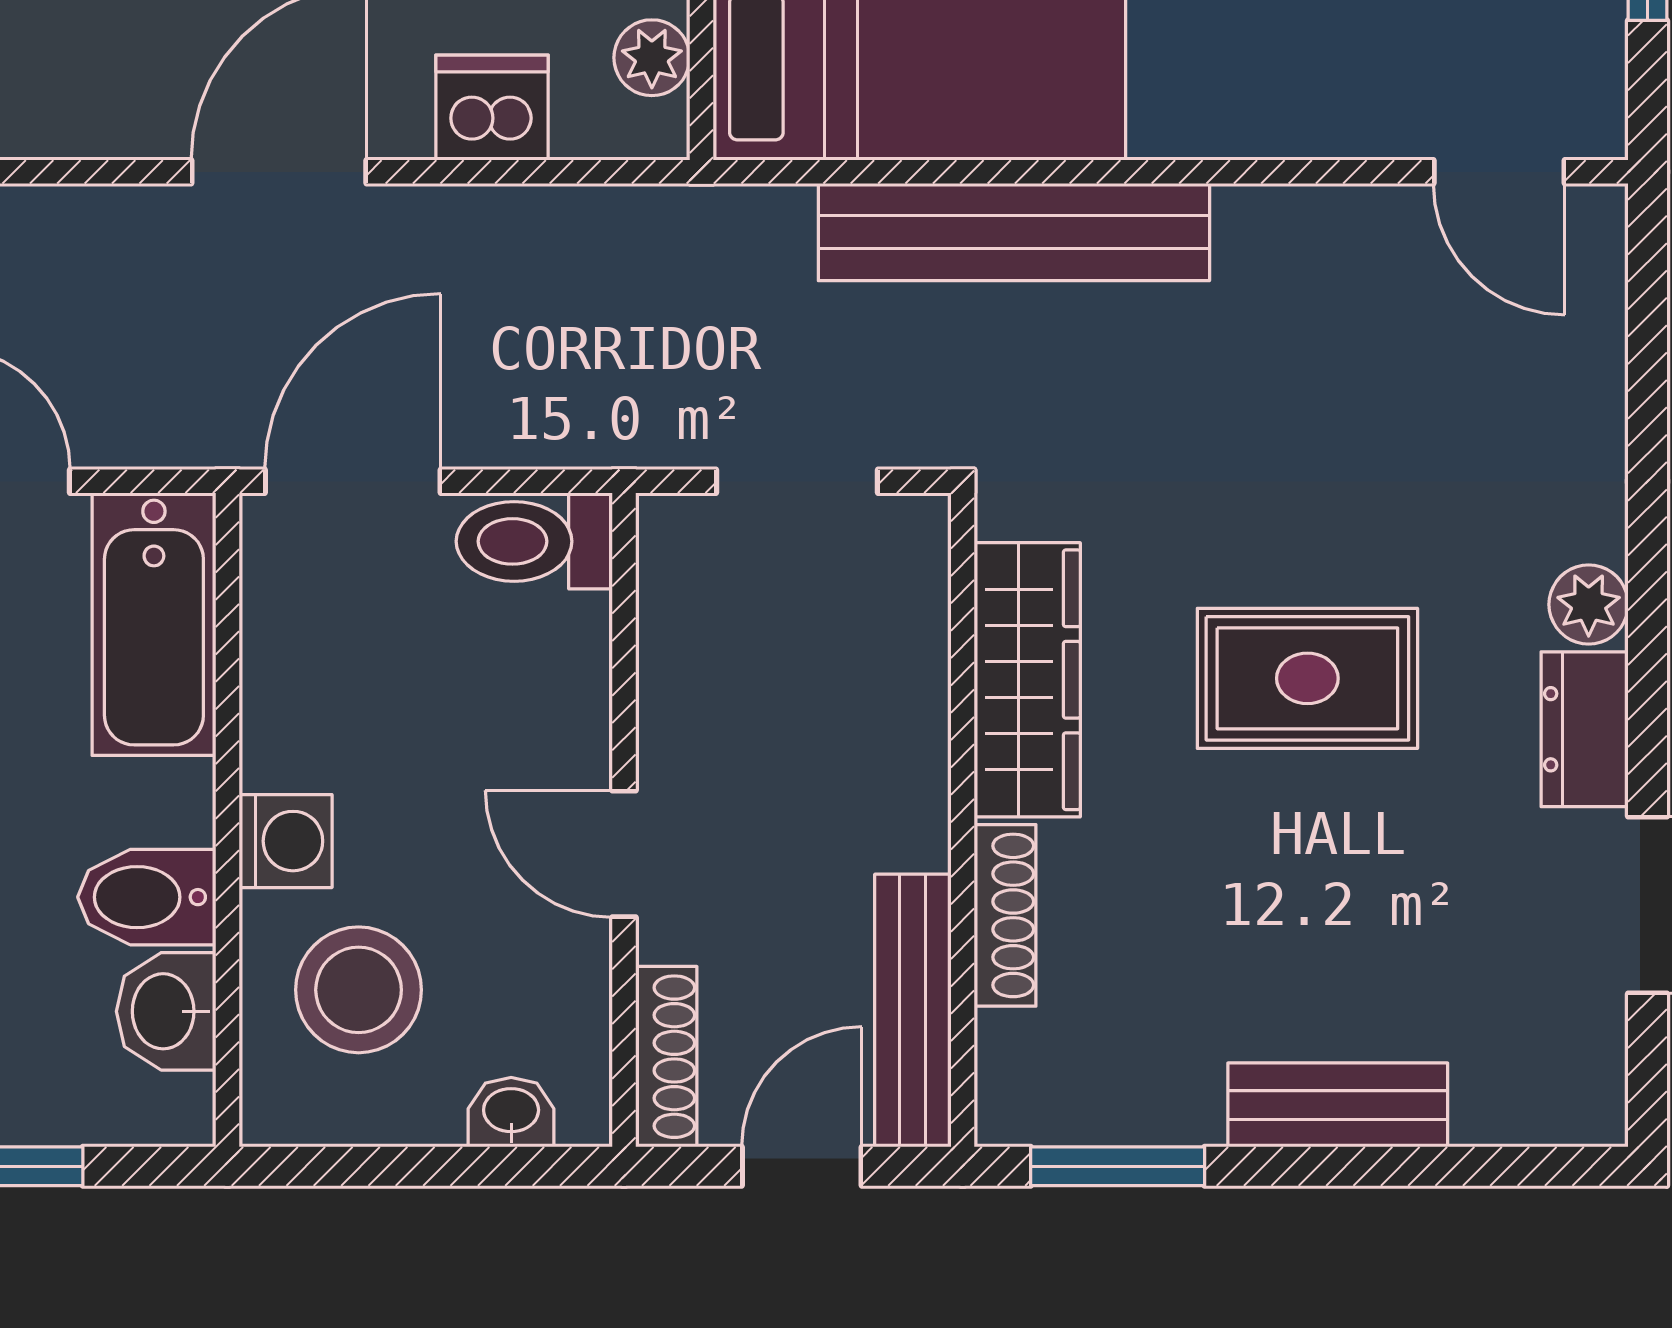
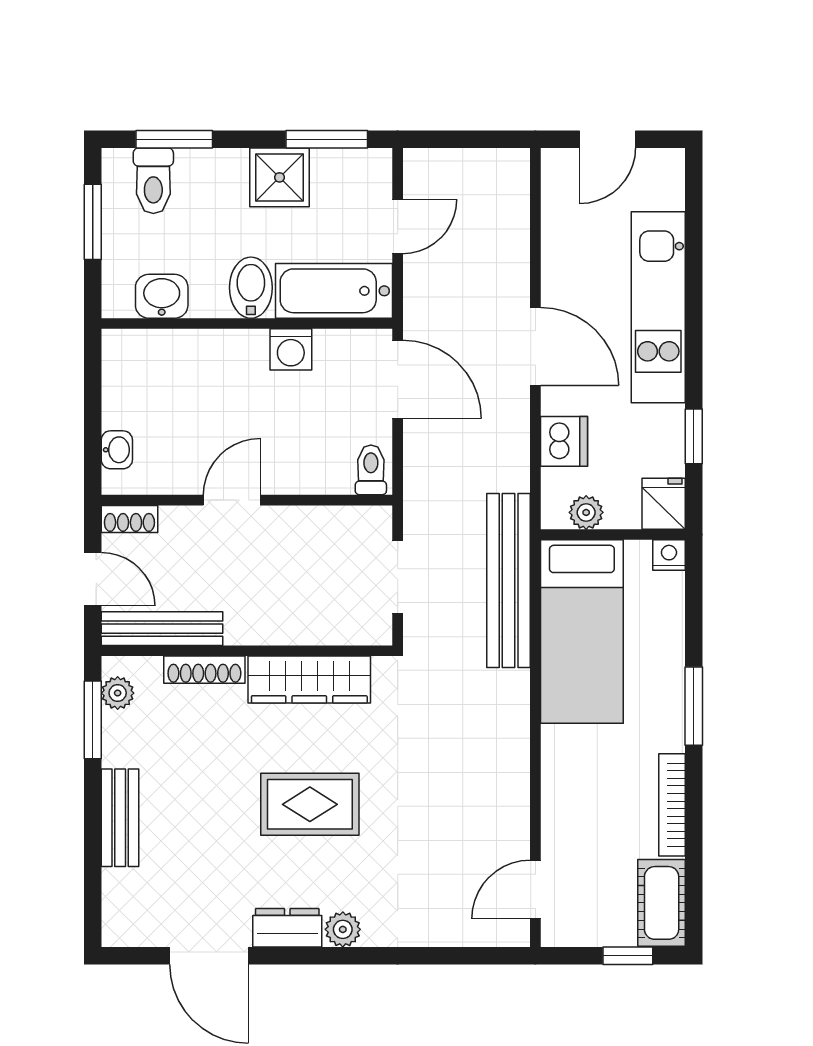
bench: (1014, 232) -> (509, 581), moved
toilet: (534, 541) -> (371, 470), width x0.73, depth x0.72
rug: (1307, 678) -> (310, 804), turned 90
washing machine: (286, 841) -> (291, 349), moved
bidet: (147, 897) -> (251, 288), moved
stool: (359, 990) -> (171, 382), removed
shoe rack: (666, 1057) -> (129, 519), width x0.70
plant: (1057, 1110) -> (118, 693), added

